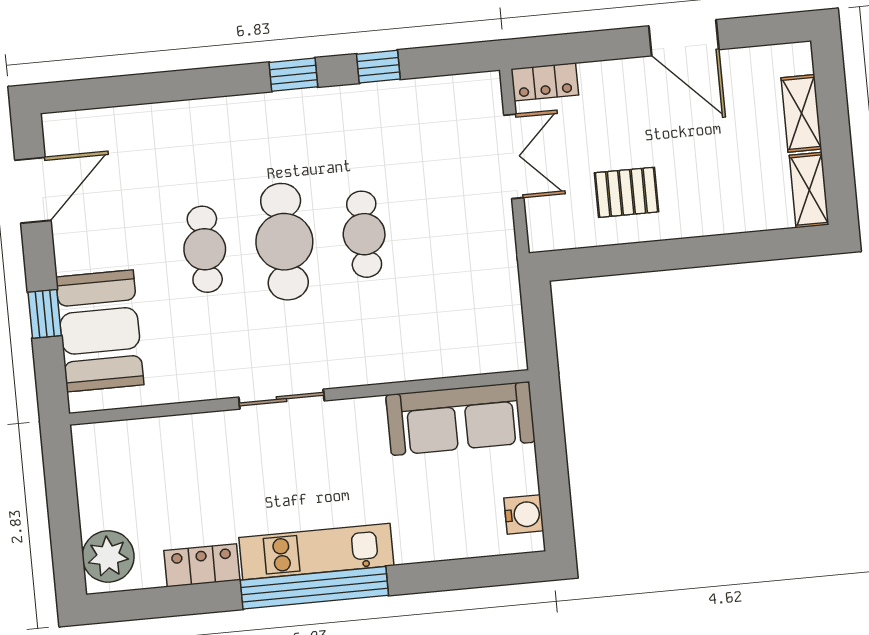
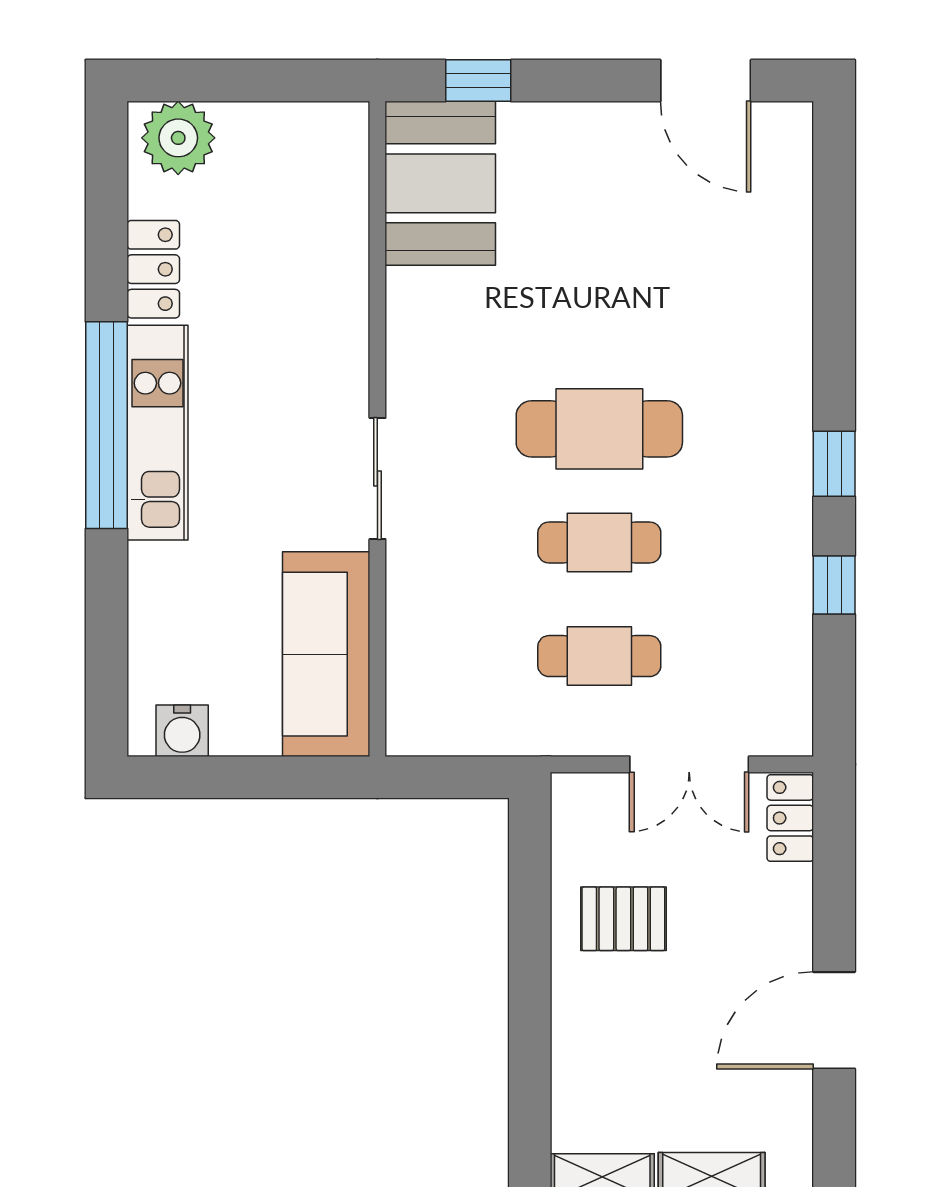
pallet: (627, 192) -> (623, 919), turned 90
cafe table: (205, 249) -> (599, 656), moved
window: (45, 314) -> (478, 81), moved
booth: (100, 331) -> (440, 183), moved, turned 90
sliding door: (282, 399) -> (377, 478), moved

